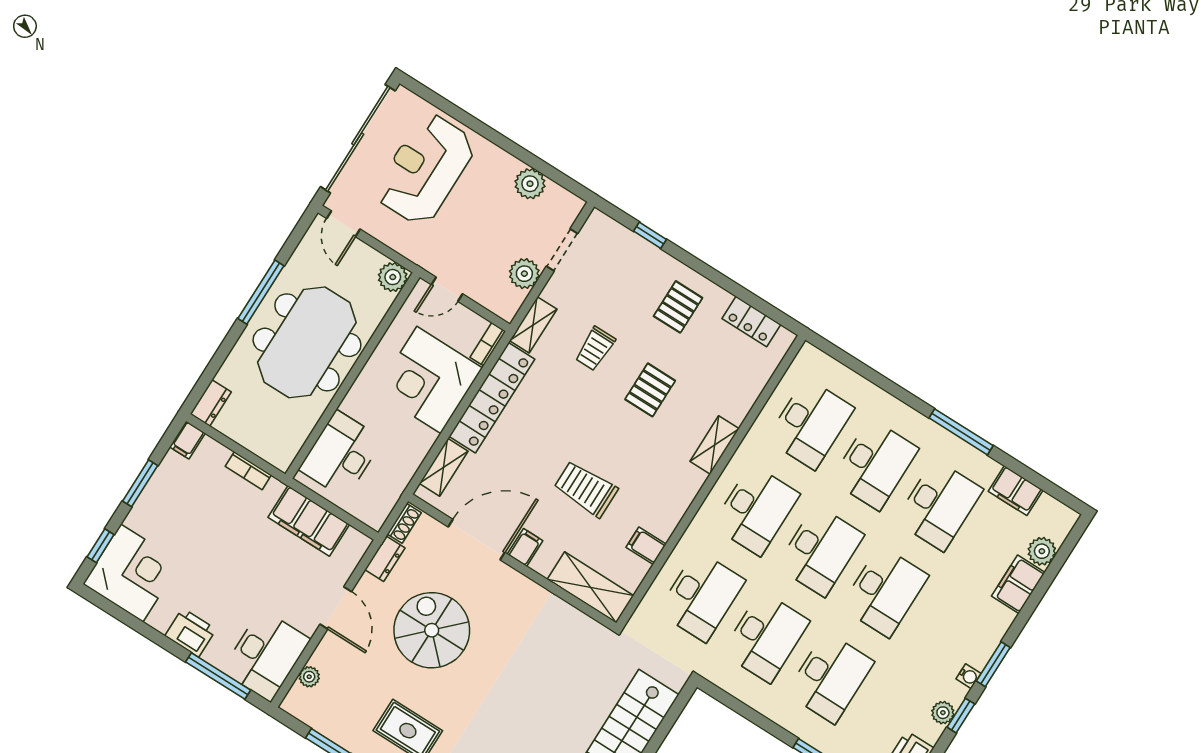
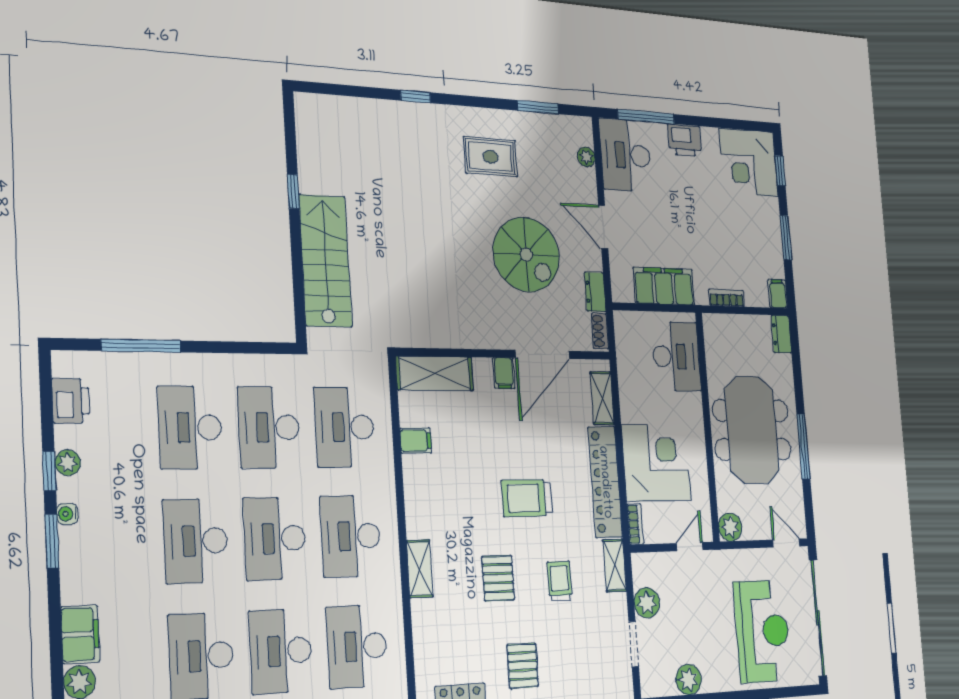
trolley: (586, 489) -> (527, 498), moved, turned 180

